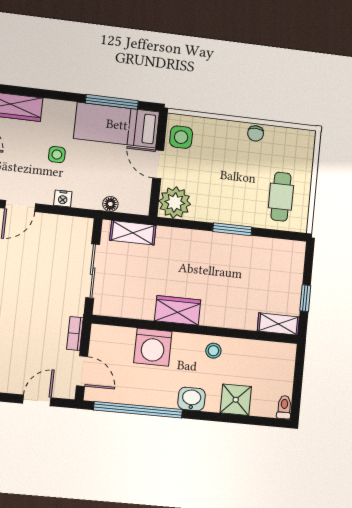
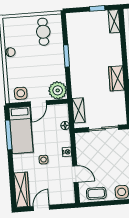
cafe table: (281, 197) -> (43, 32), turned 90

